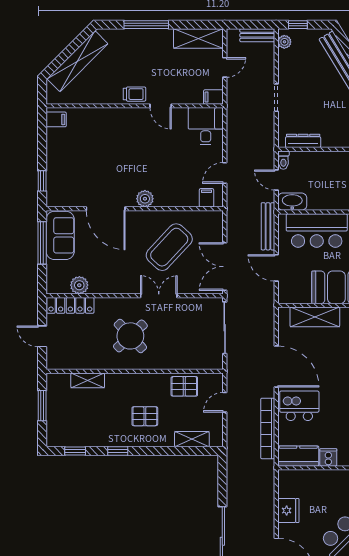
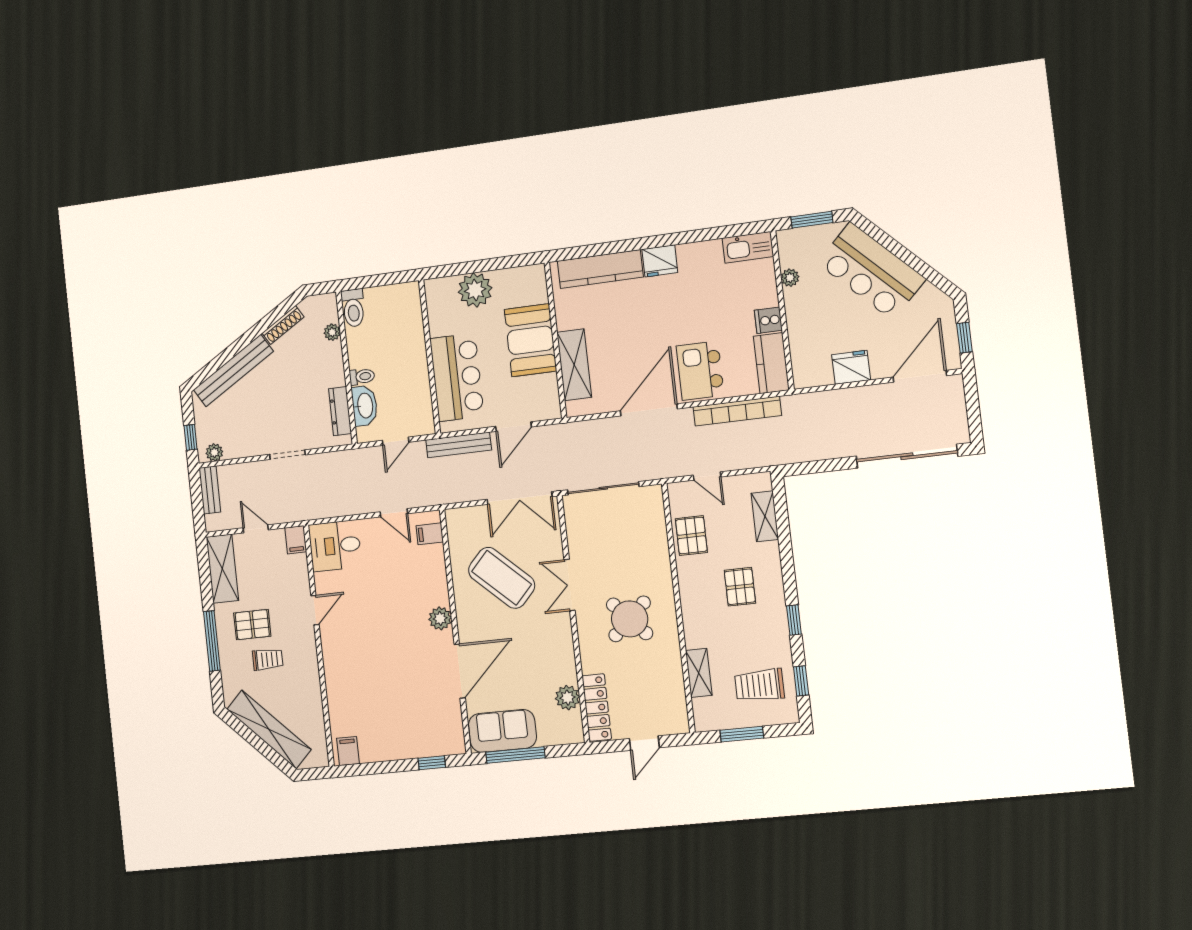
pallet: (155, 57) -> (252, 625), added
trolley: (135, 94) -> (268, 659), moved, turned 90
toilet: (283, 160) -> (362, 377), moved
washbasin: (292, 202) -> (365, 406), moved, turned 180
trolley: (75, 422) -> (759, 685), added

